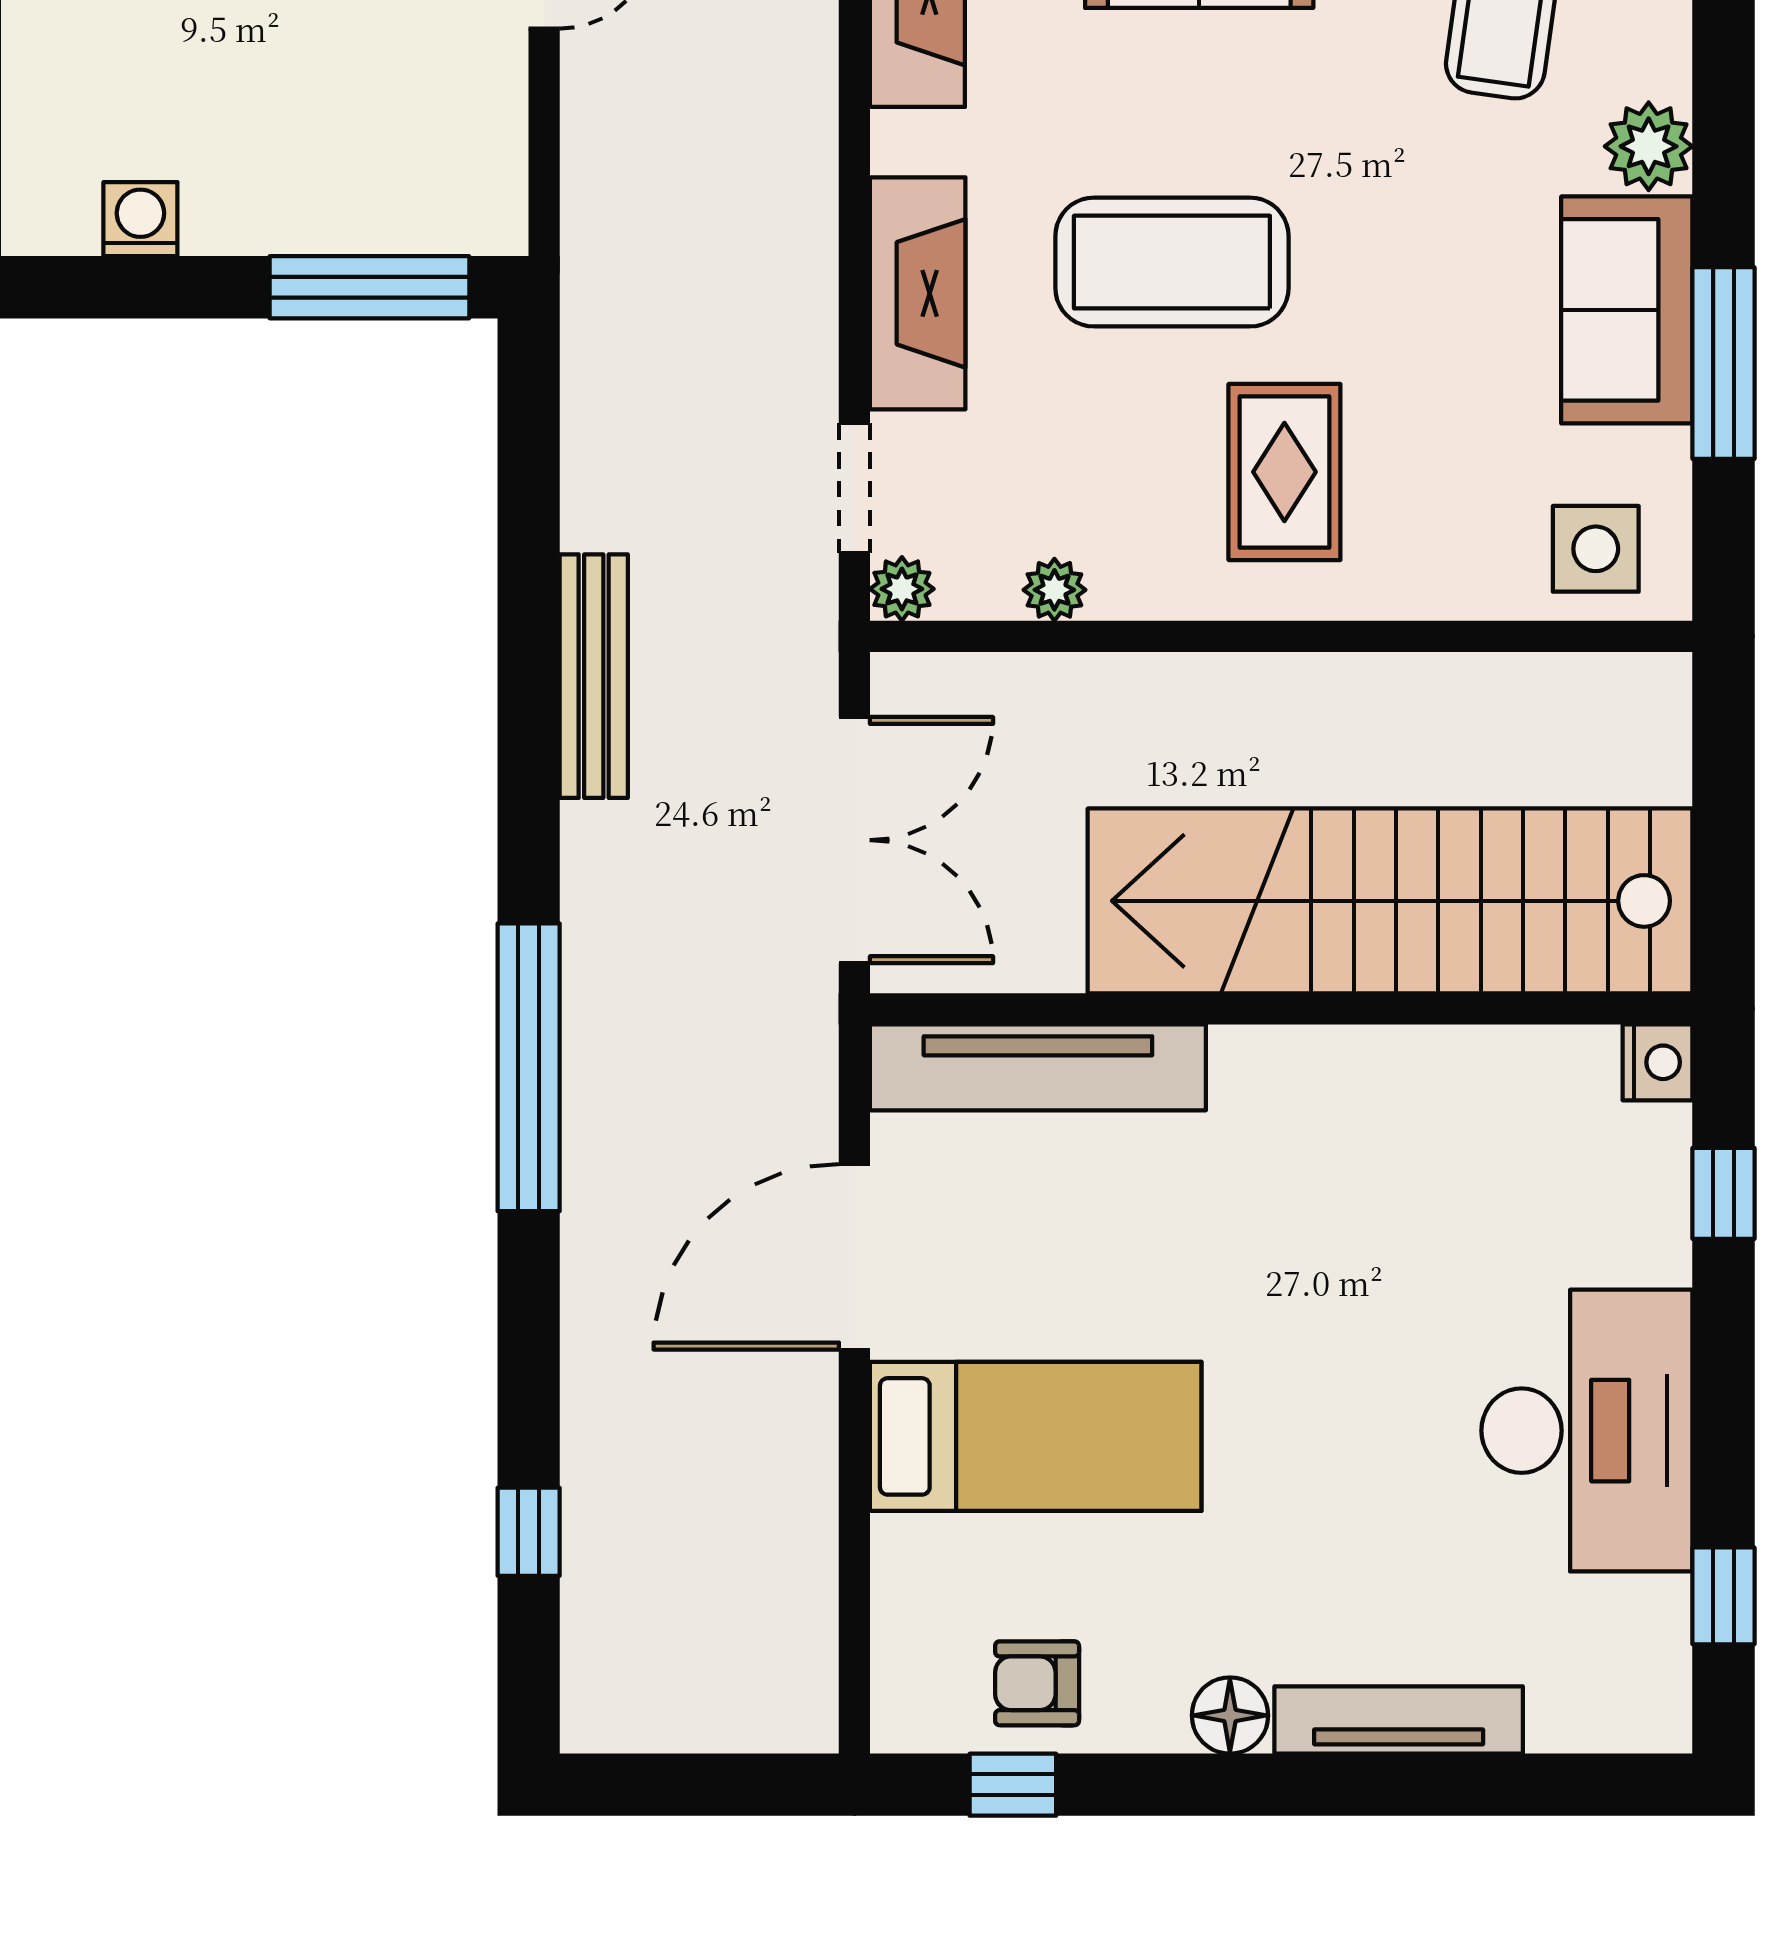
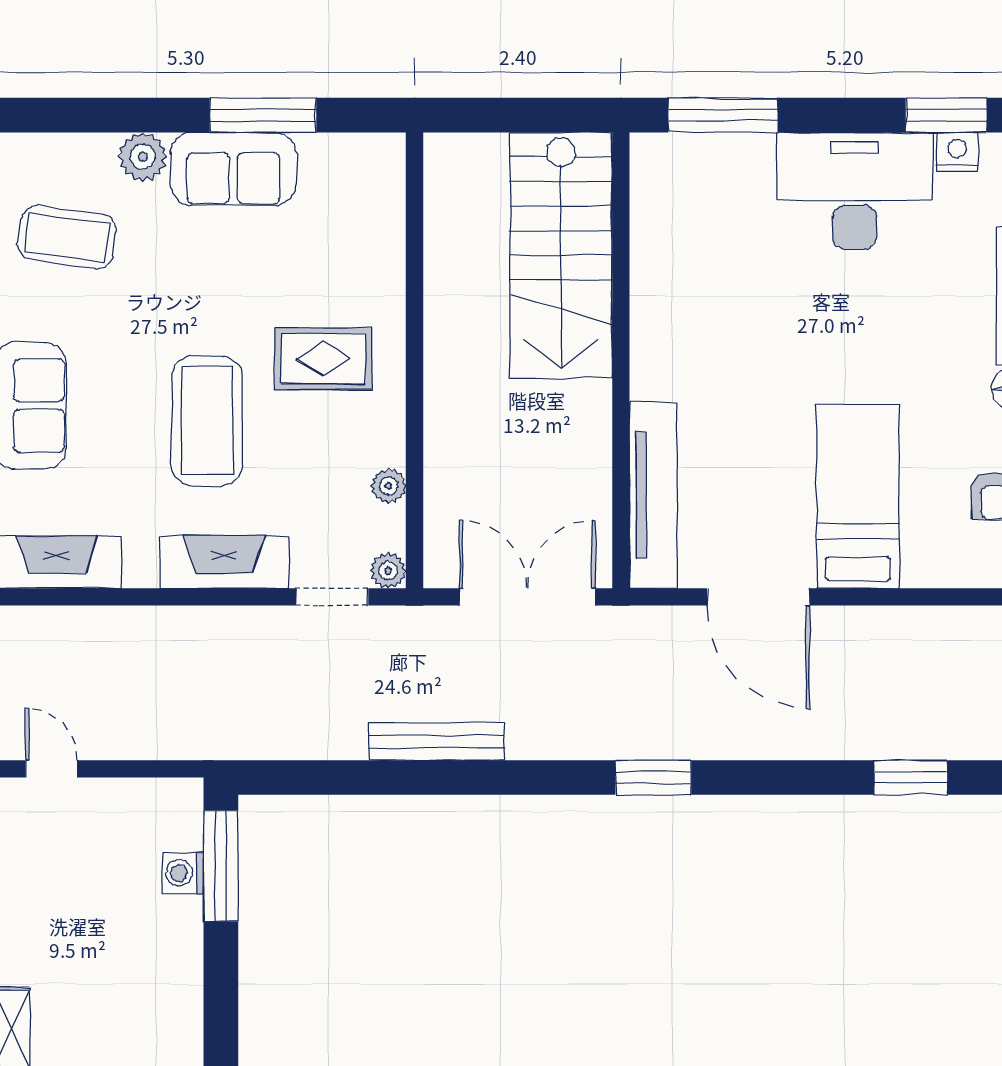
washing machine: (140, 219) -> (183, 873), moved
side table: (1596, 549) -> (366, 186), removed
stairs: (1390, 901) -> (561, 255), width x0.73
nightstand: (1658, 1062) -> (957, 152), moved
window: (529, 1067) -> (653, 777), width x0.47
window: (1723, 1193) -> (723, 115), width x2.17
window: (529, 1532) -> (911, 777), width x1.50
window: (1723, 1596) -> (946, 115), width x1.50

